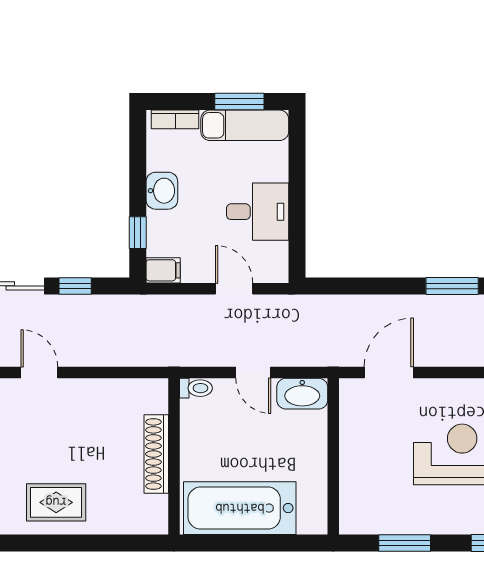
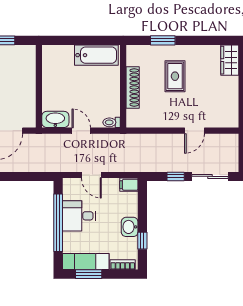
window: (297, 199) -> (58, 223), added
window: (138, 233) -> (142, 241), moved
door: (39, 373) -> (195, 131), hinge flipped
rug: (56, 502) -> (175, 76), moved, turned 90
bathtub: (240, 508) -> (96, 55), width x0.73, depth x0.73
window: (99, 543) -> (163, 40), added

